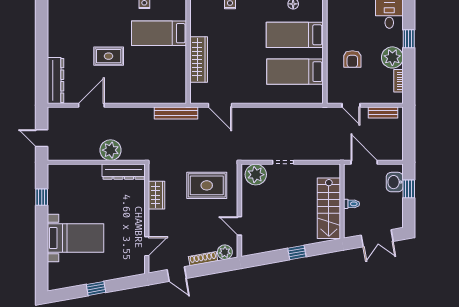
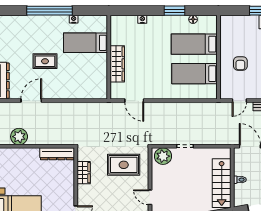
door: (351, 105) -> (239, 101), hinge flipped
bench: (176, 113) -> (99, 107), removed
plant: (110, 150) -> (19, 137), moved

